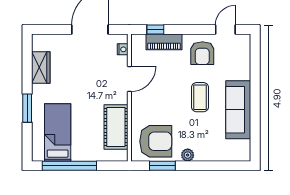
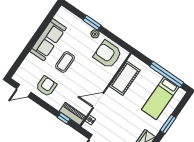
piano: (164, 42) -> (73, 114), moved
window: (162, 166) -> (92, 23), moved

